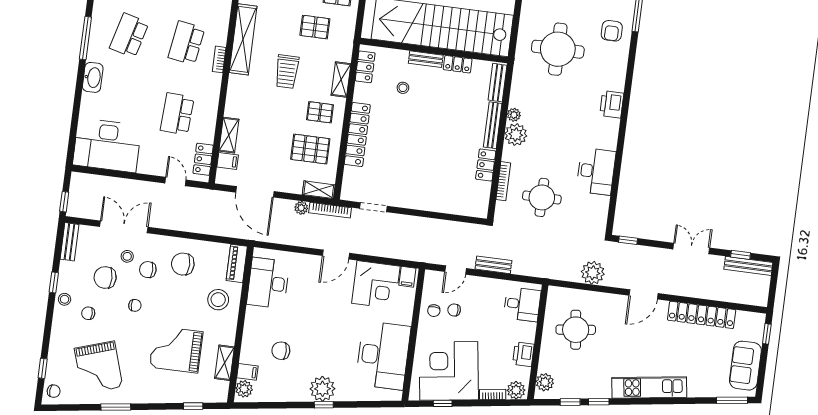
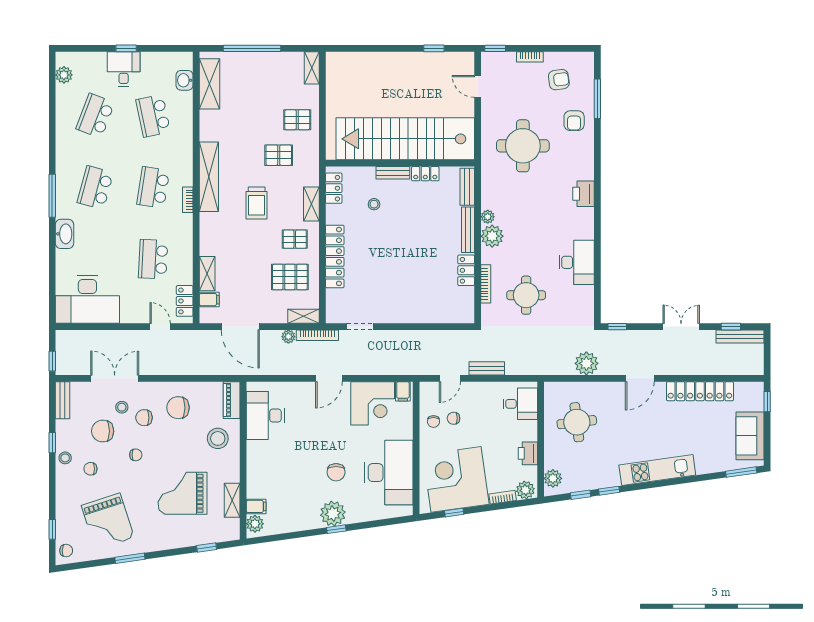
chair: (281, 351) -> (336, 472), moved, turned -90

